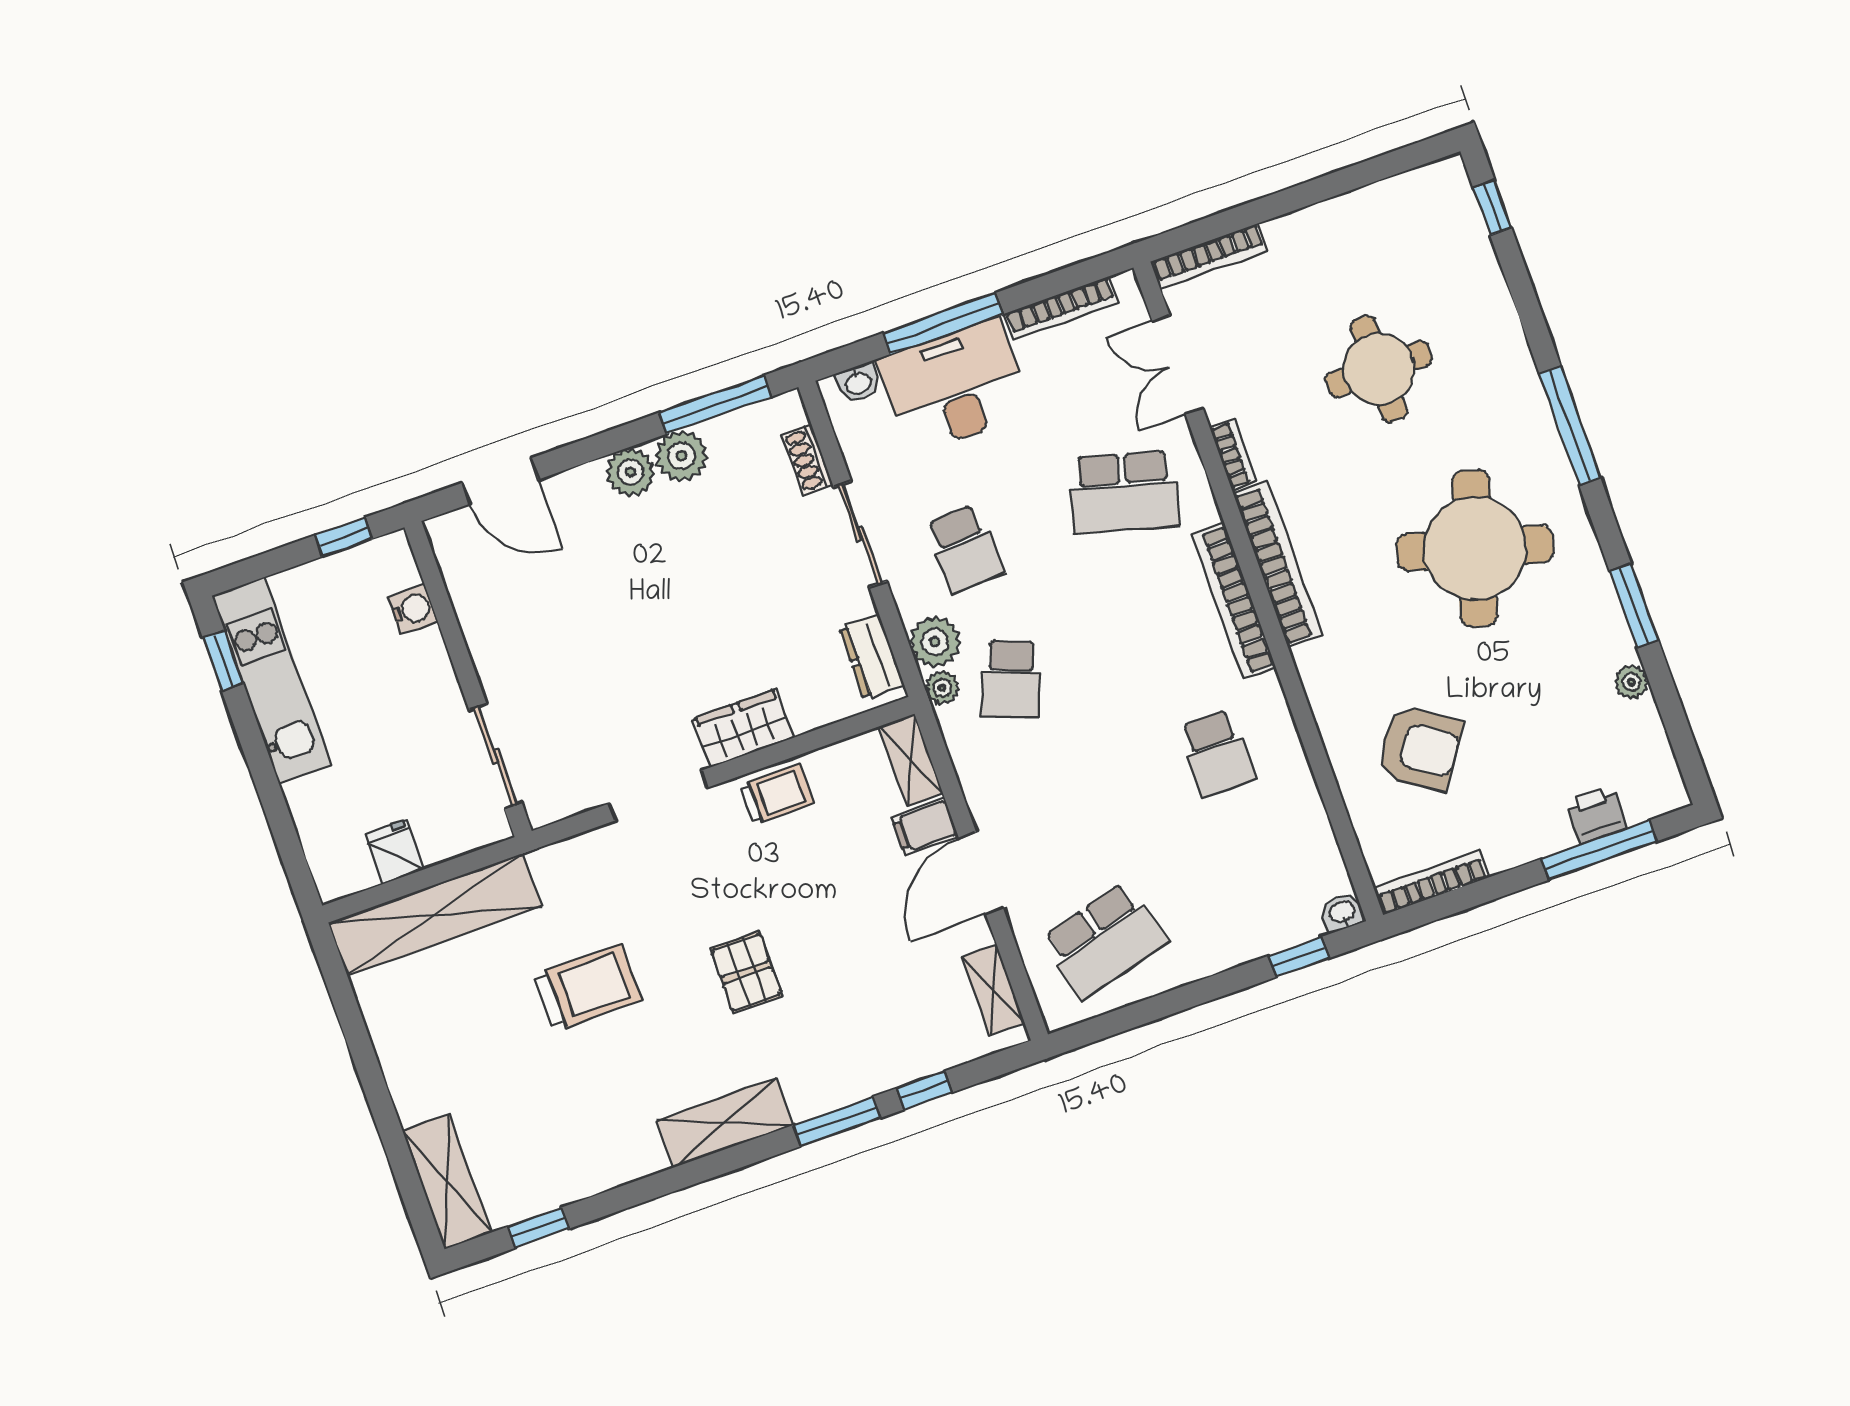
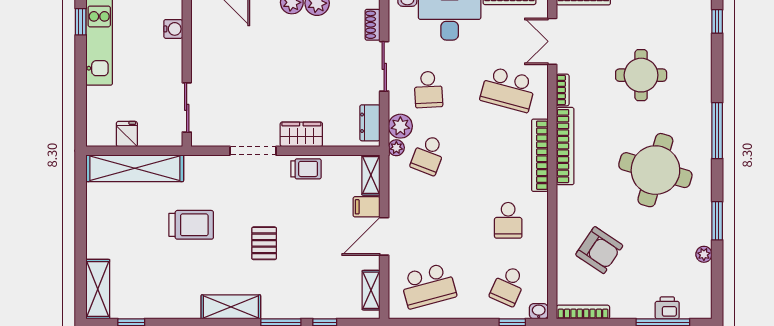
school desk: (1263, 884) -> (508, 286), added

